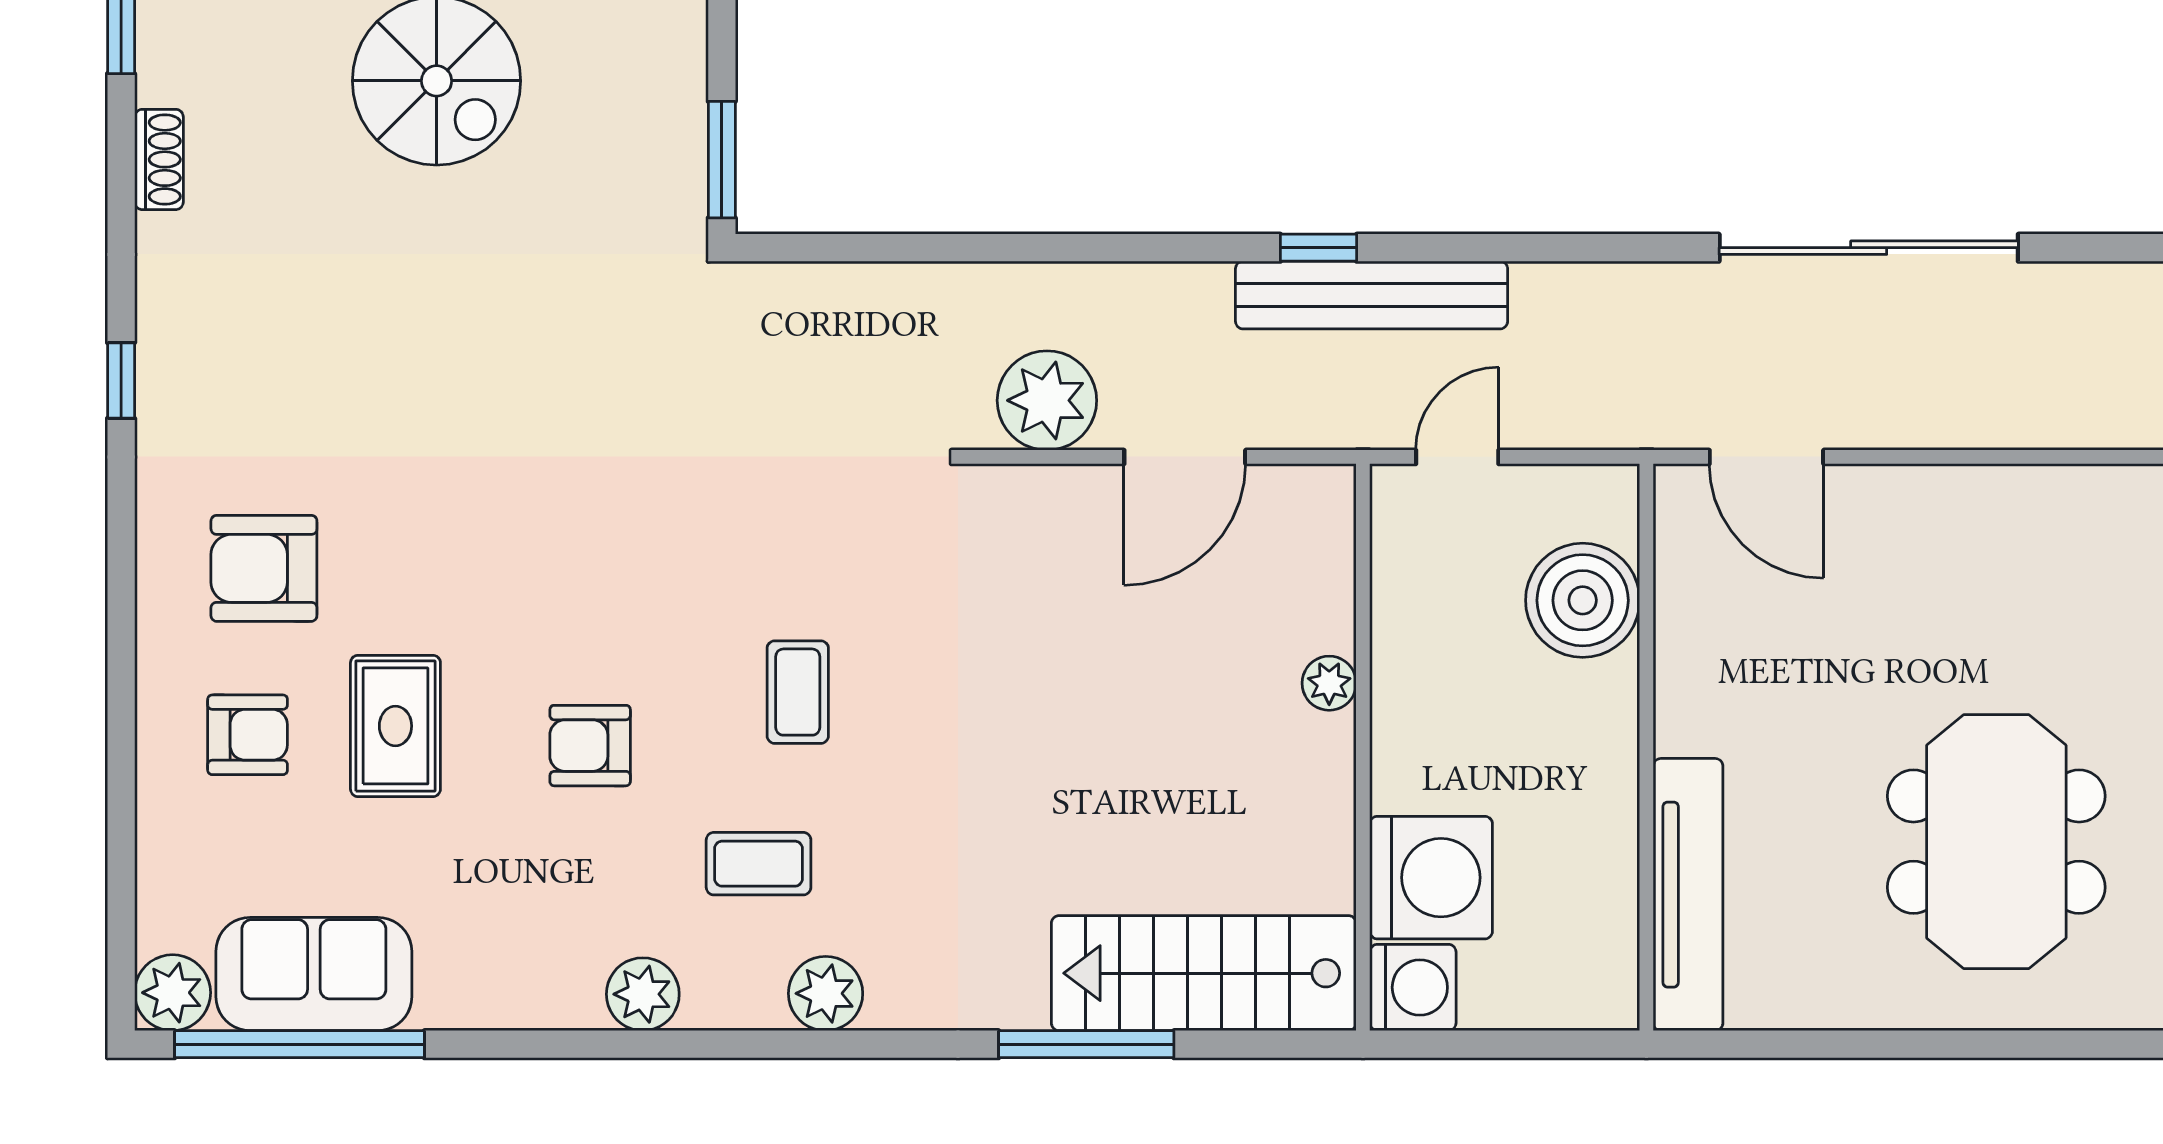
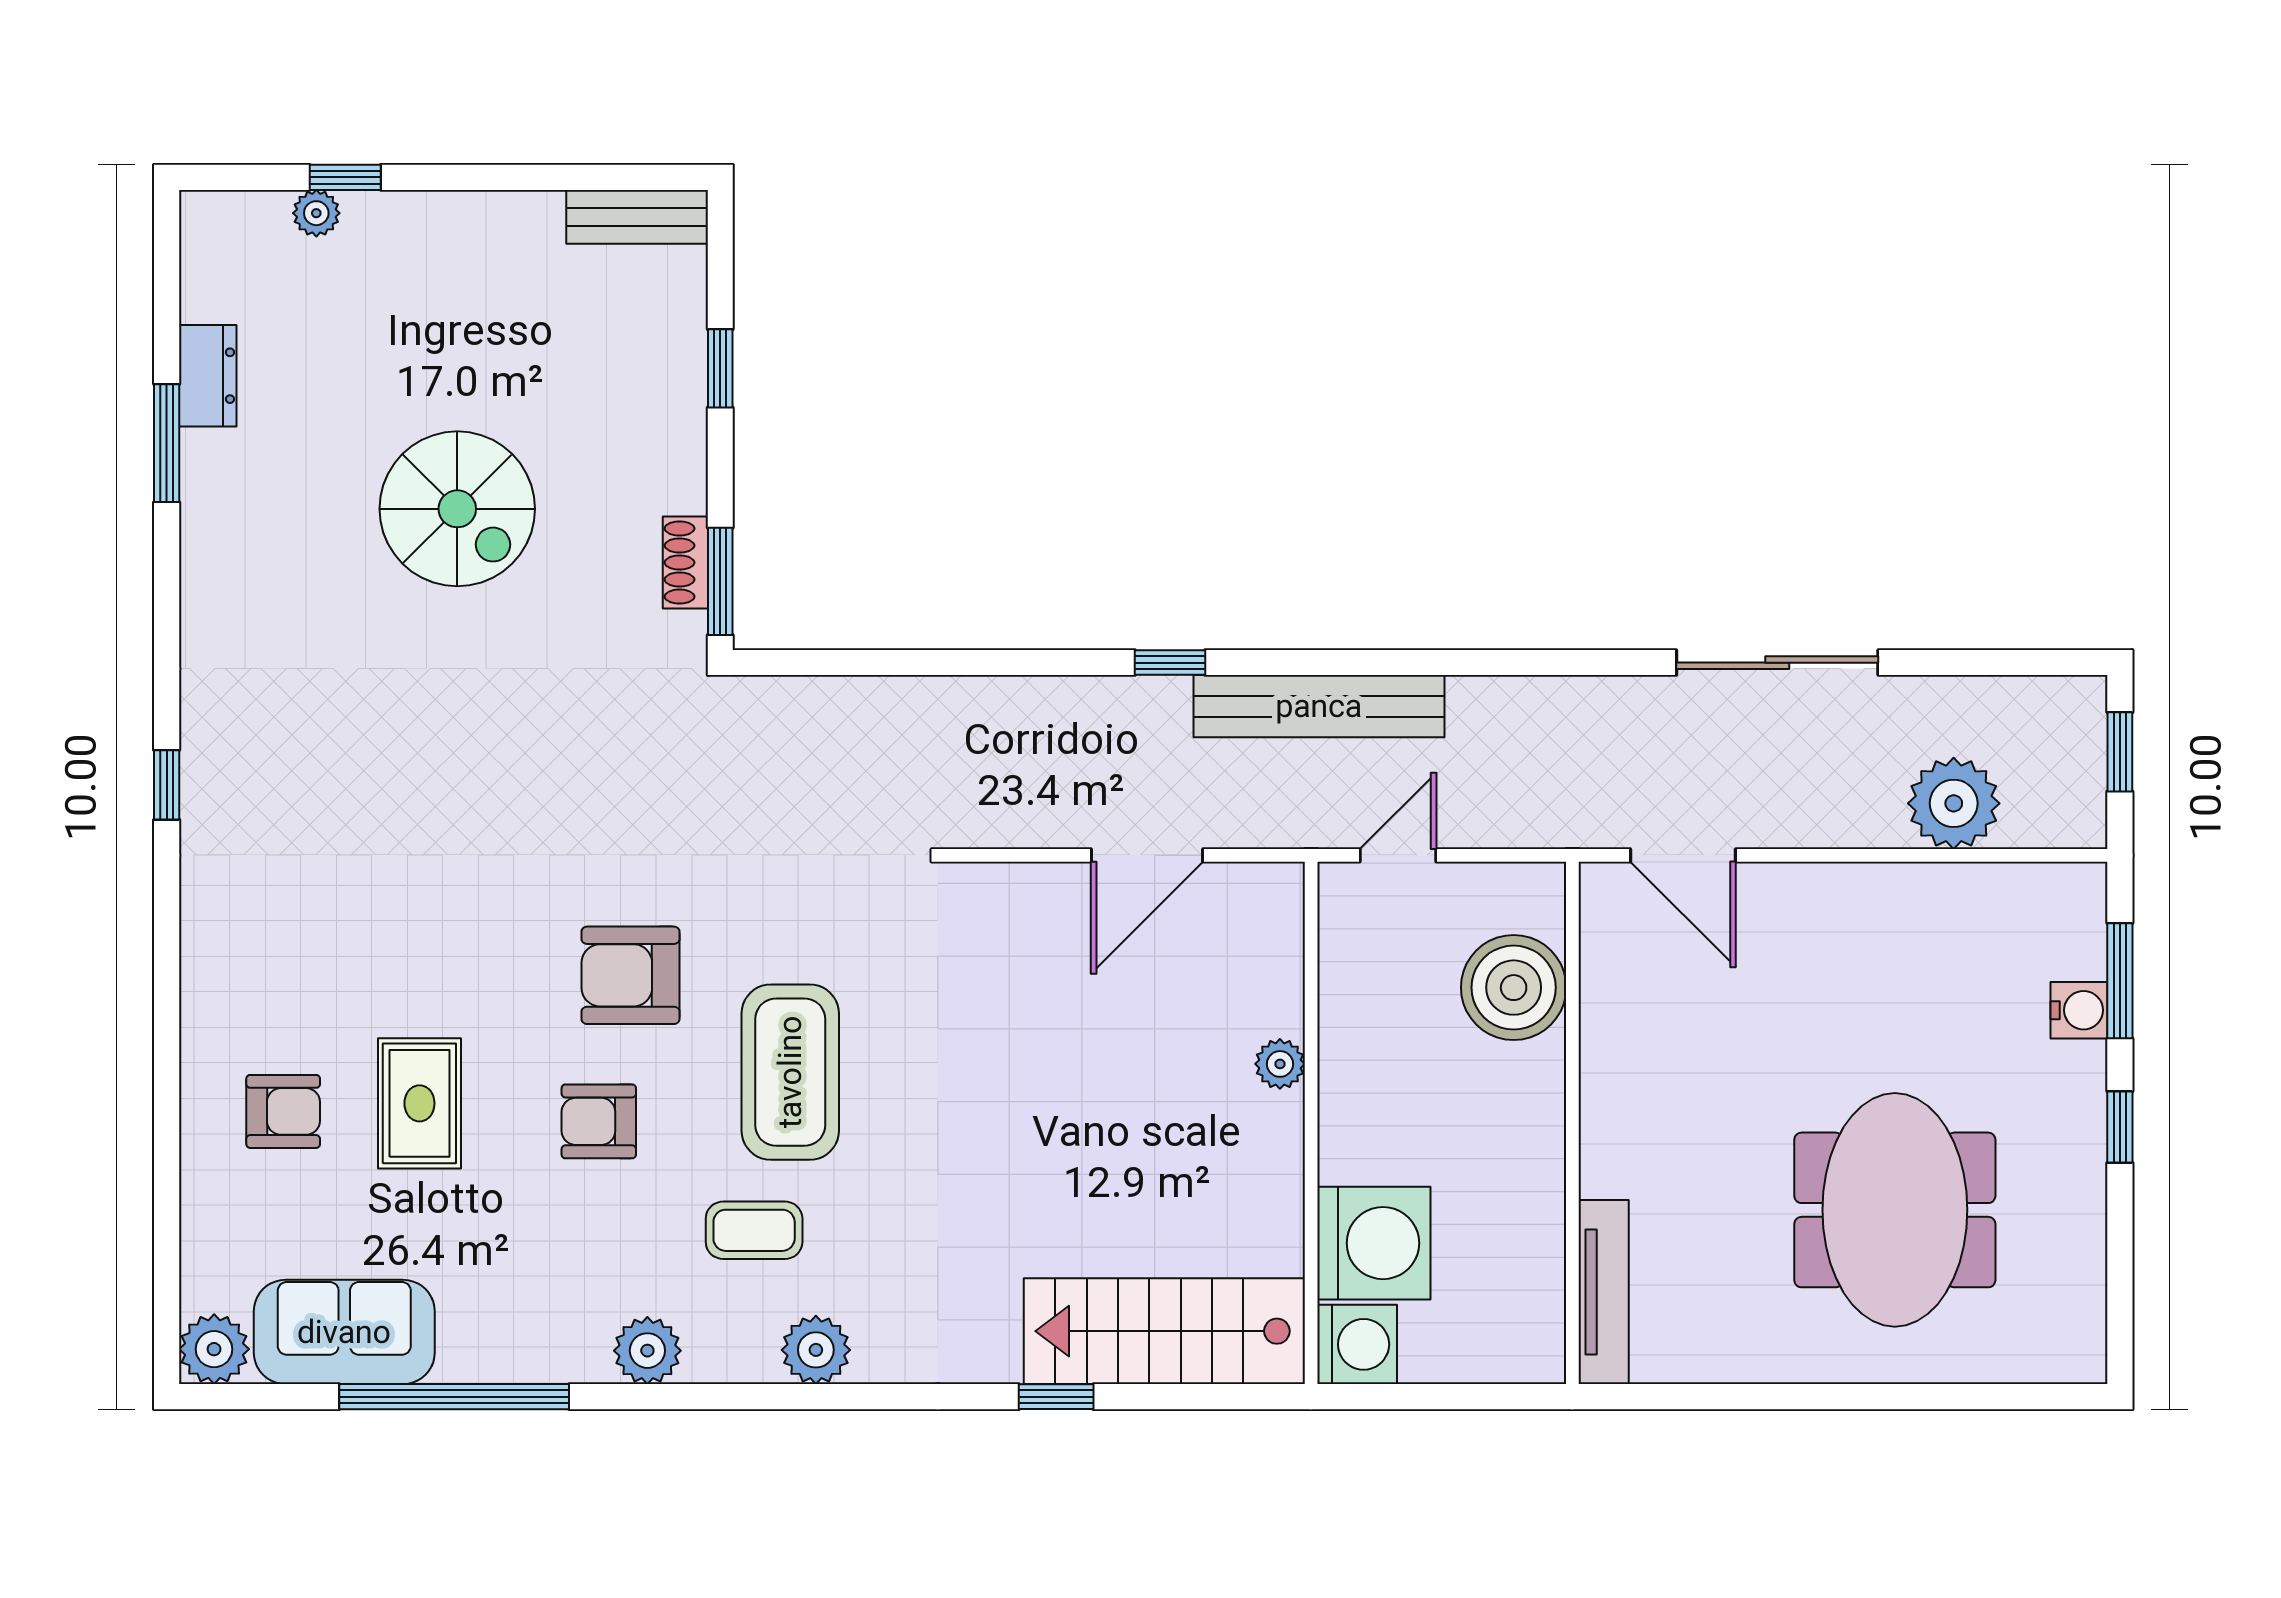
shoe rack: (159, 159) -> (685, 563), moved, turned 180
window: (1319, 248) -> (1170, 663), moved
sliding door: (1869, 248) -> (1777, 663), width x0.73
plant: (1047, 400) -> (1954, 803), moved
armchair: (264, 568) -> (630, 975), moved
coffee table: (798, 692) -> (790, 1072), width x1.86, depth x1.72
tv unit: (1688, 895) -> (1604, 1292), width x0.73, depth x0.78
window: (299, 1044) -> (454, 1397), moved
window: (1086, 1044) -> (1056, 1397), width x0.46

